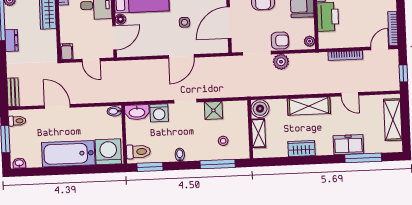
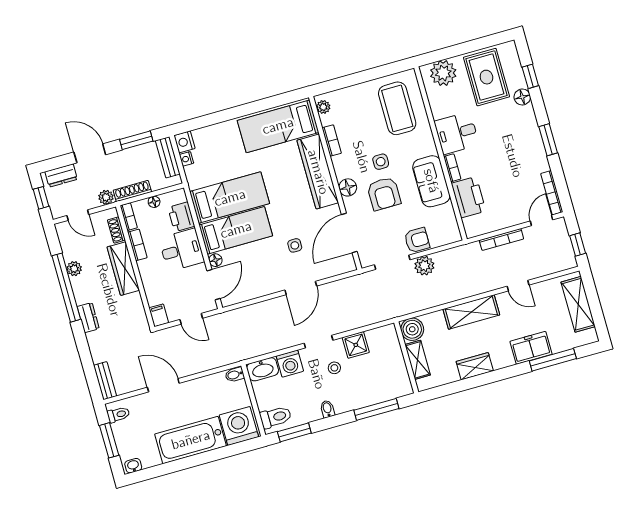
plant: (310, 41) -> (453, 232), removed
stool: (223, 141) -> (334, 368), moved

